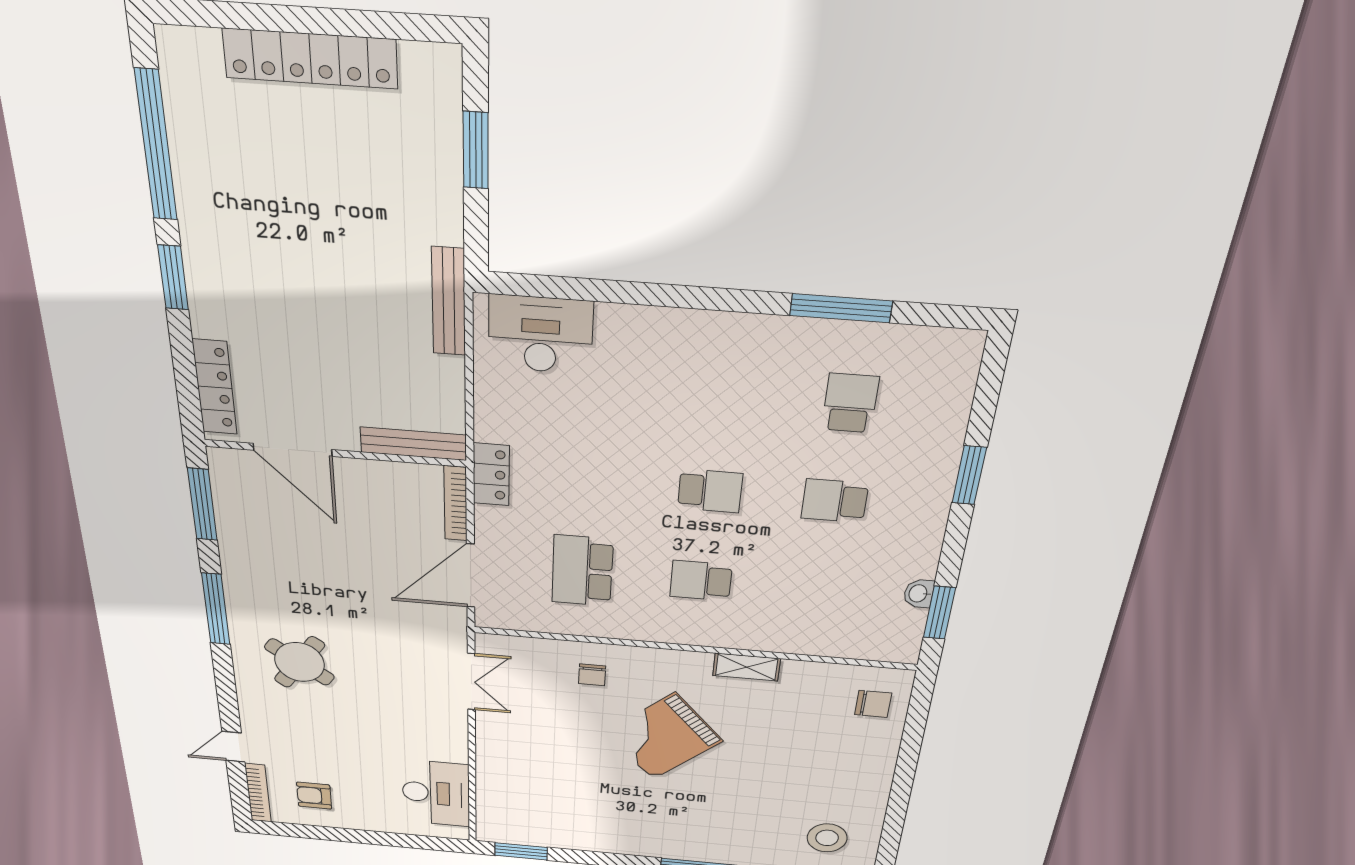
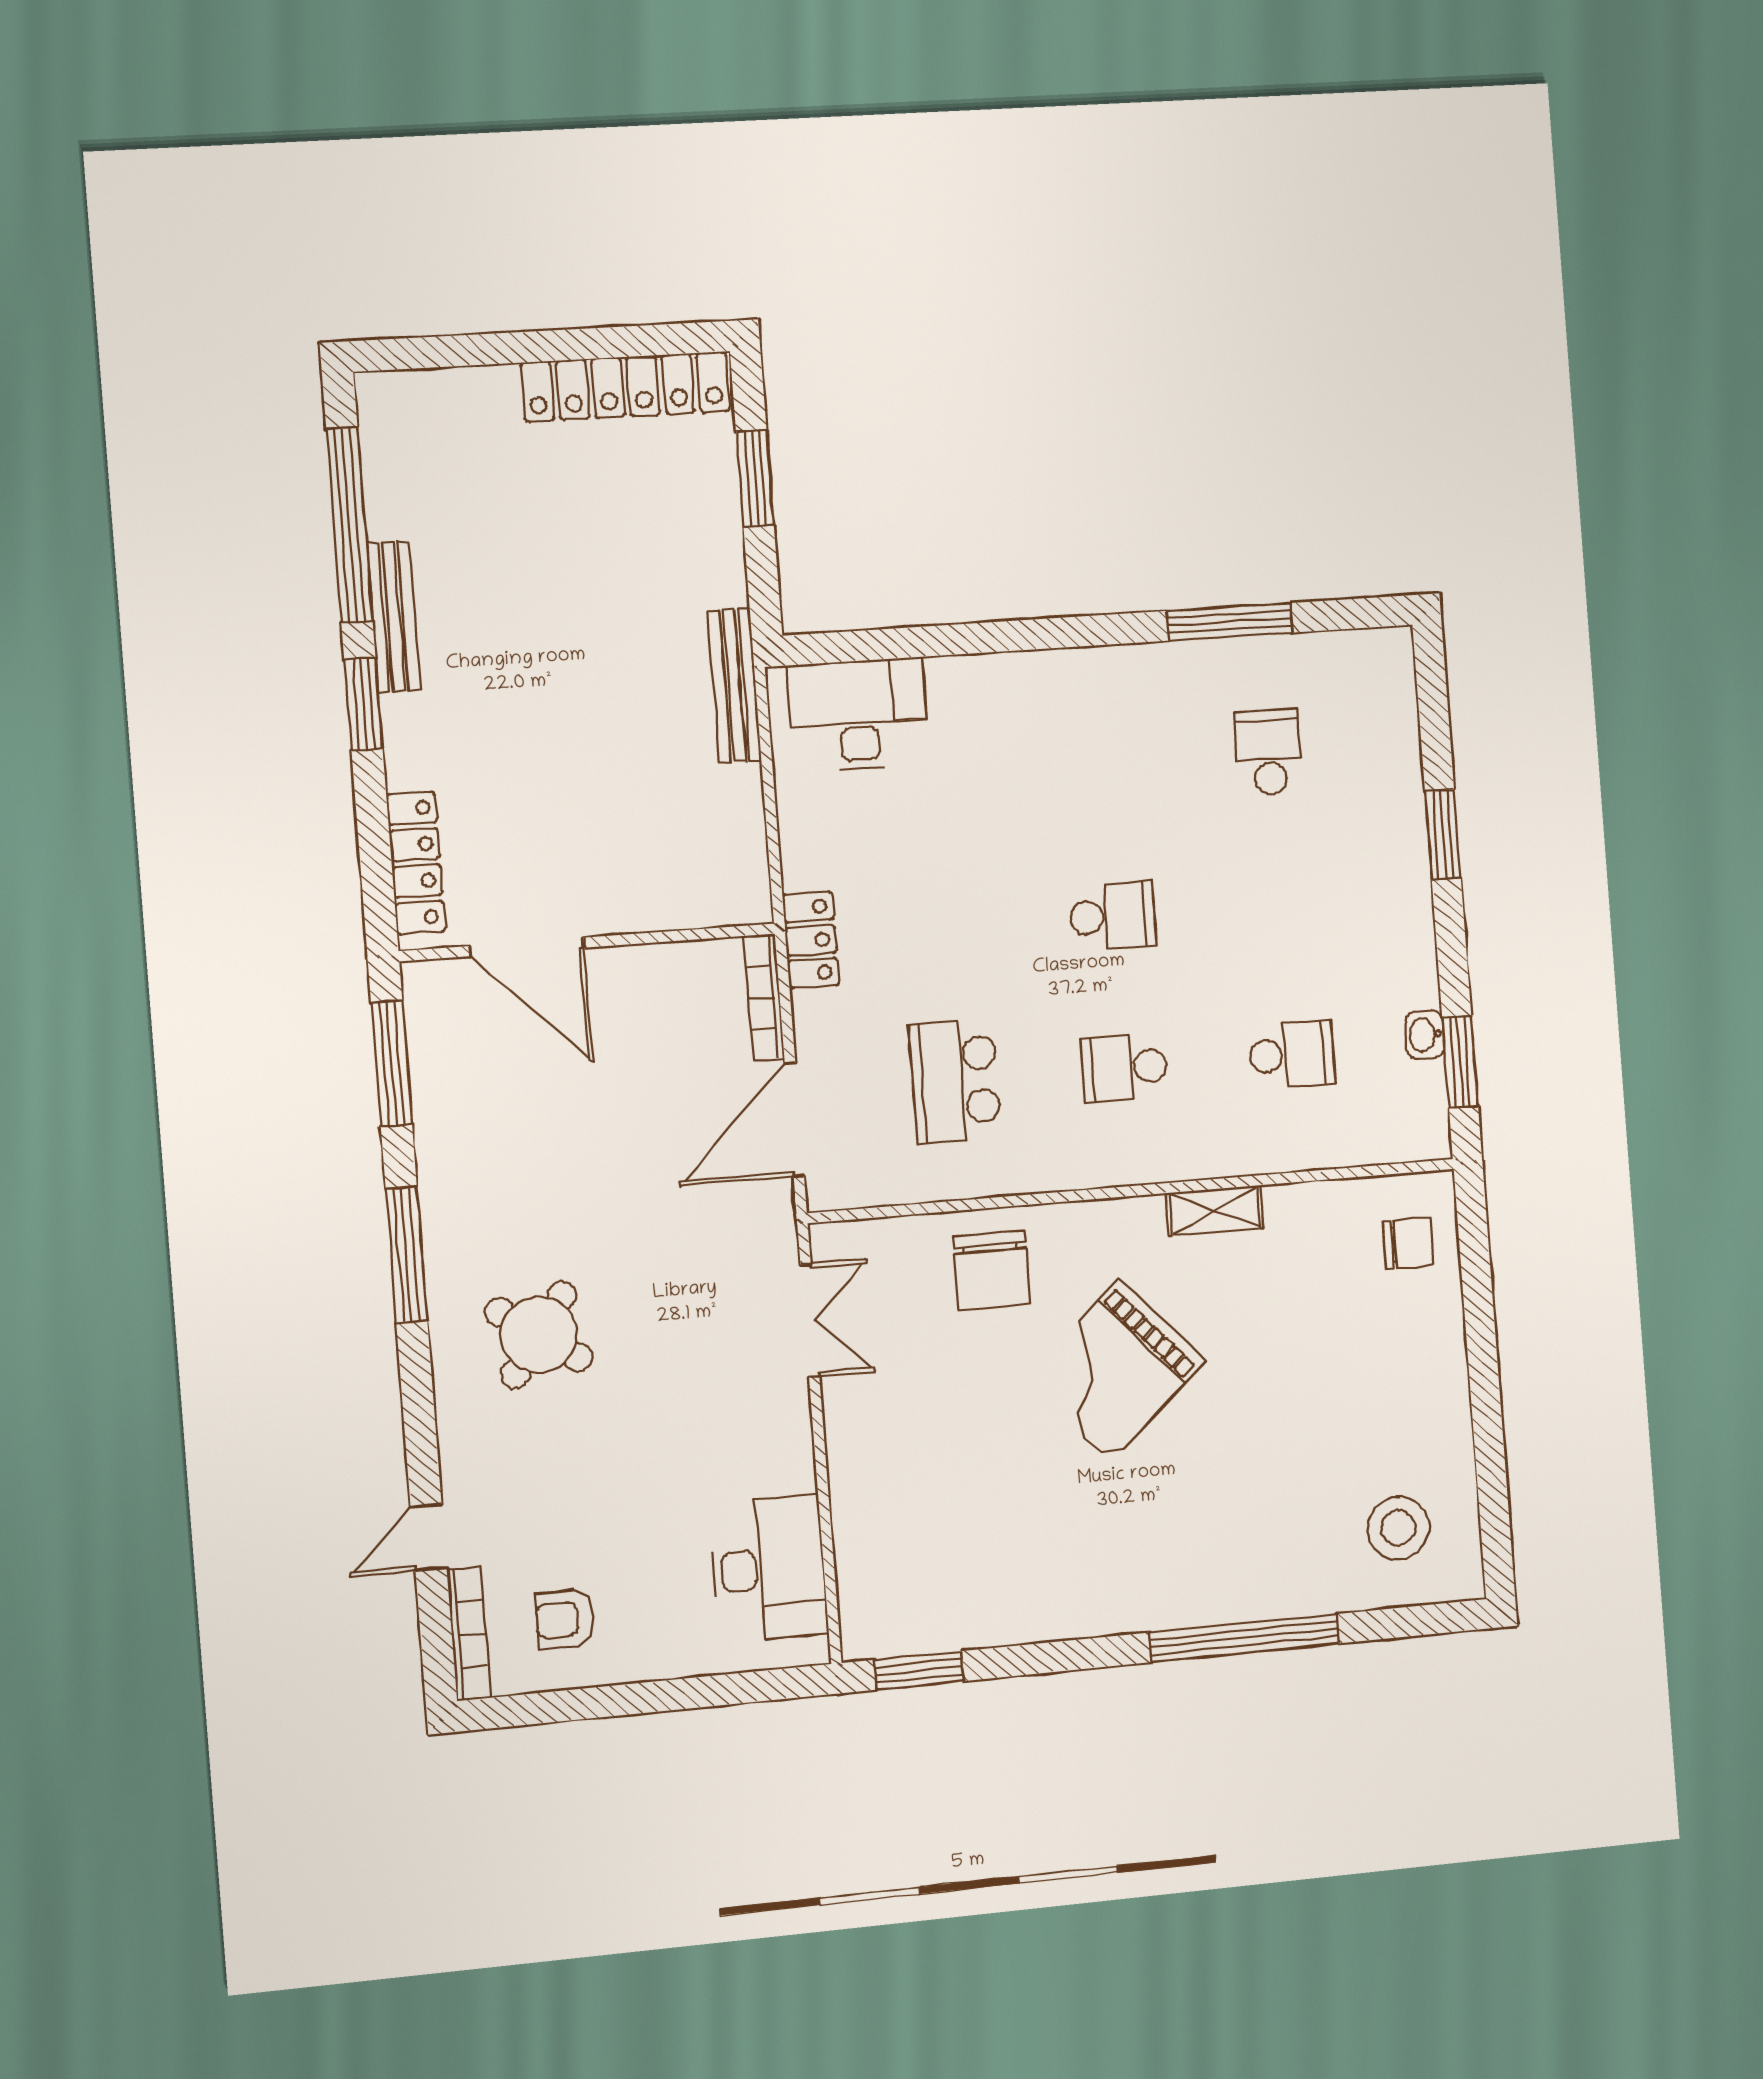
locker: (310, 59) -> (626, 387), moved
bench: (413, 444) -> (393, 617), moved, turned 90
school desk: (835, 501) -> (1292, 1054), moved, turned 180
chair: (592, 675) -> (992, 1270), width x1.87, depth x1.87

